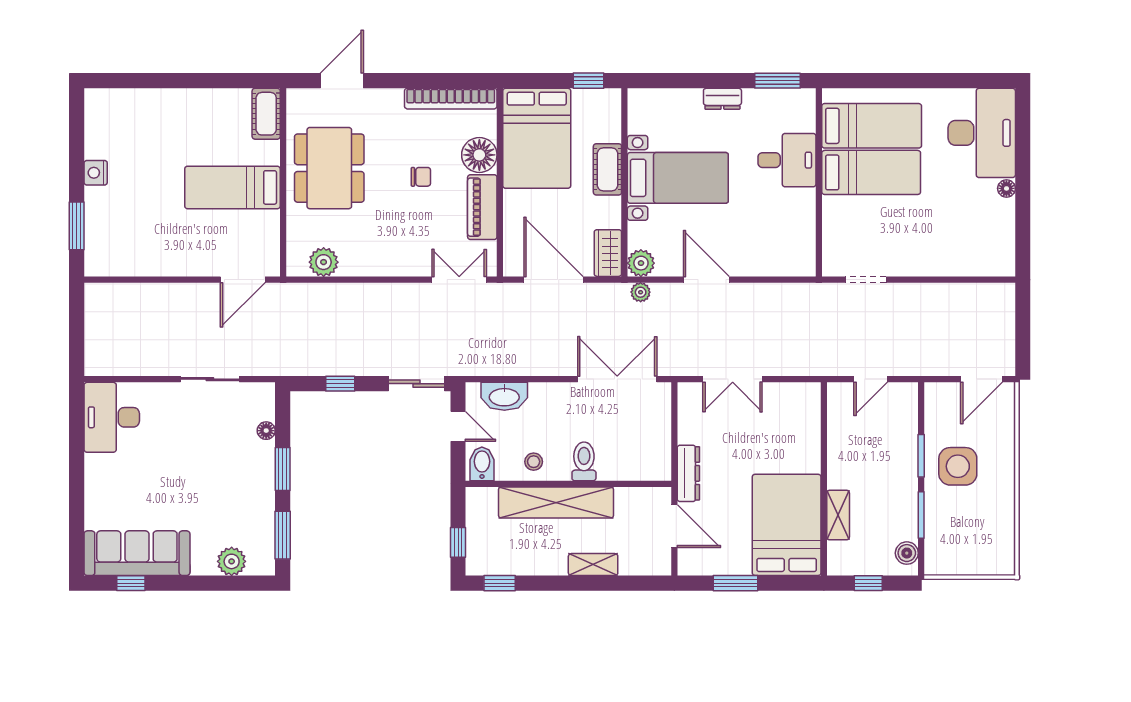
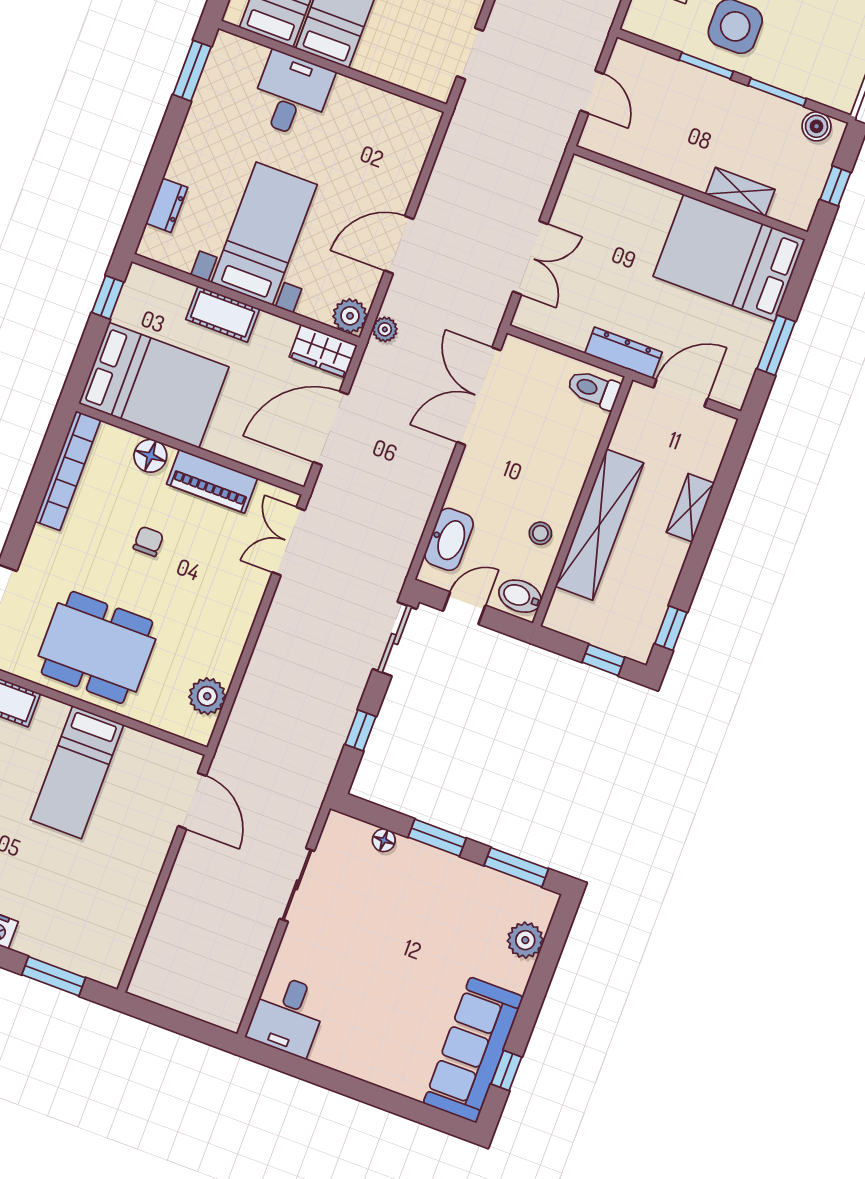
dresser: (722, 99) -> (167, 205), moved
floor lamp: (479, 155) -> (150, 456), width x0.73, depth x0.73
desk: (112, 417) -> (287, 1015), width x0.73
toilet: (584, 461) -> (594, 389), moved

